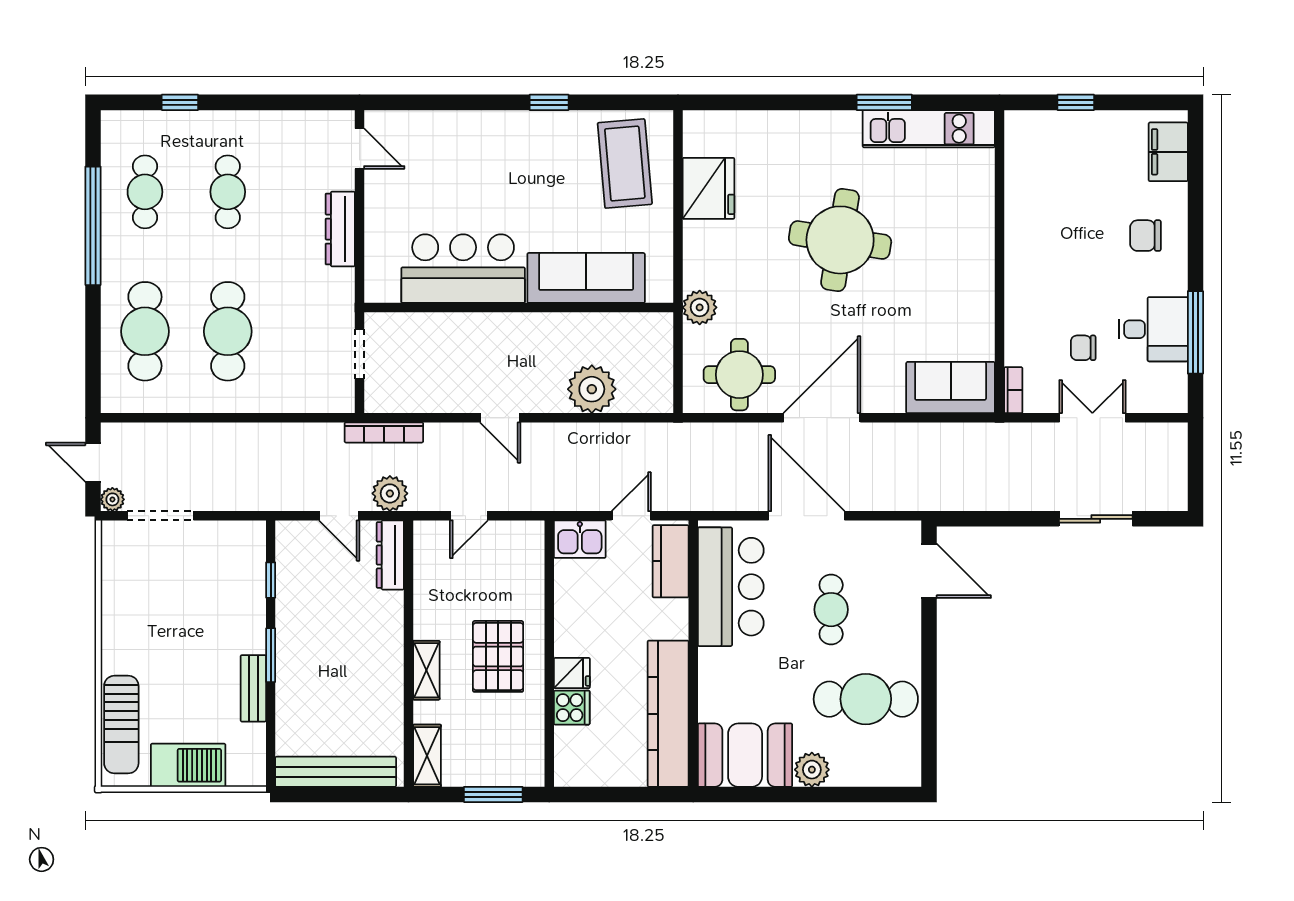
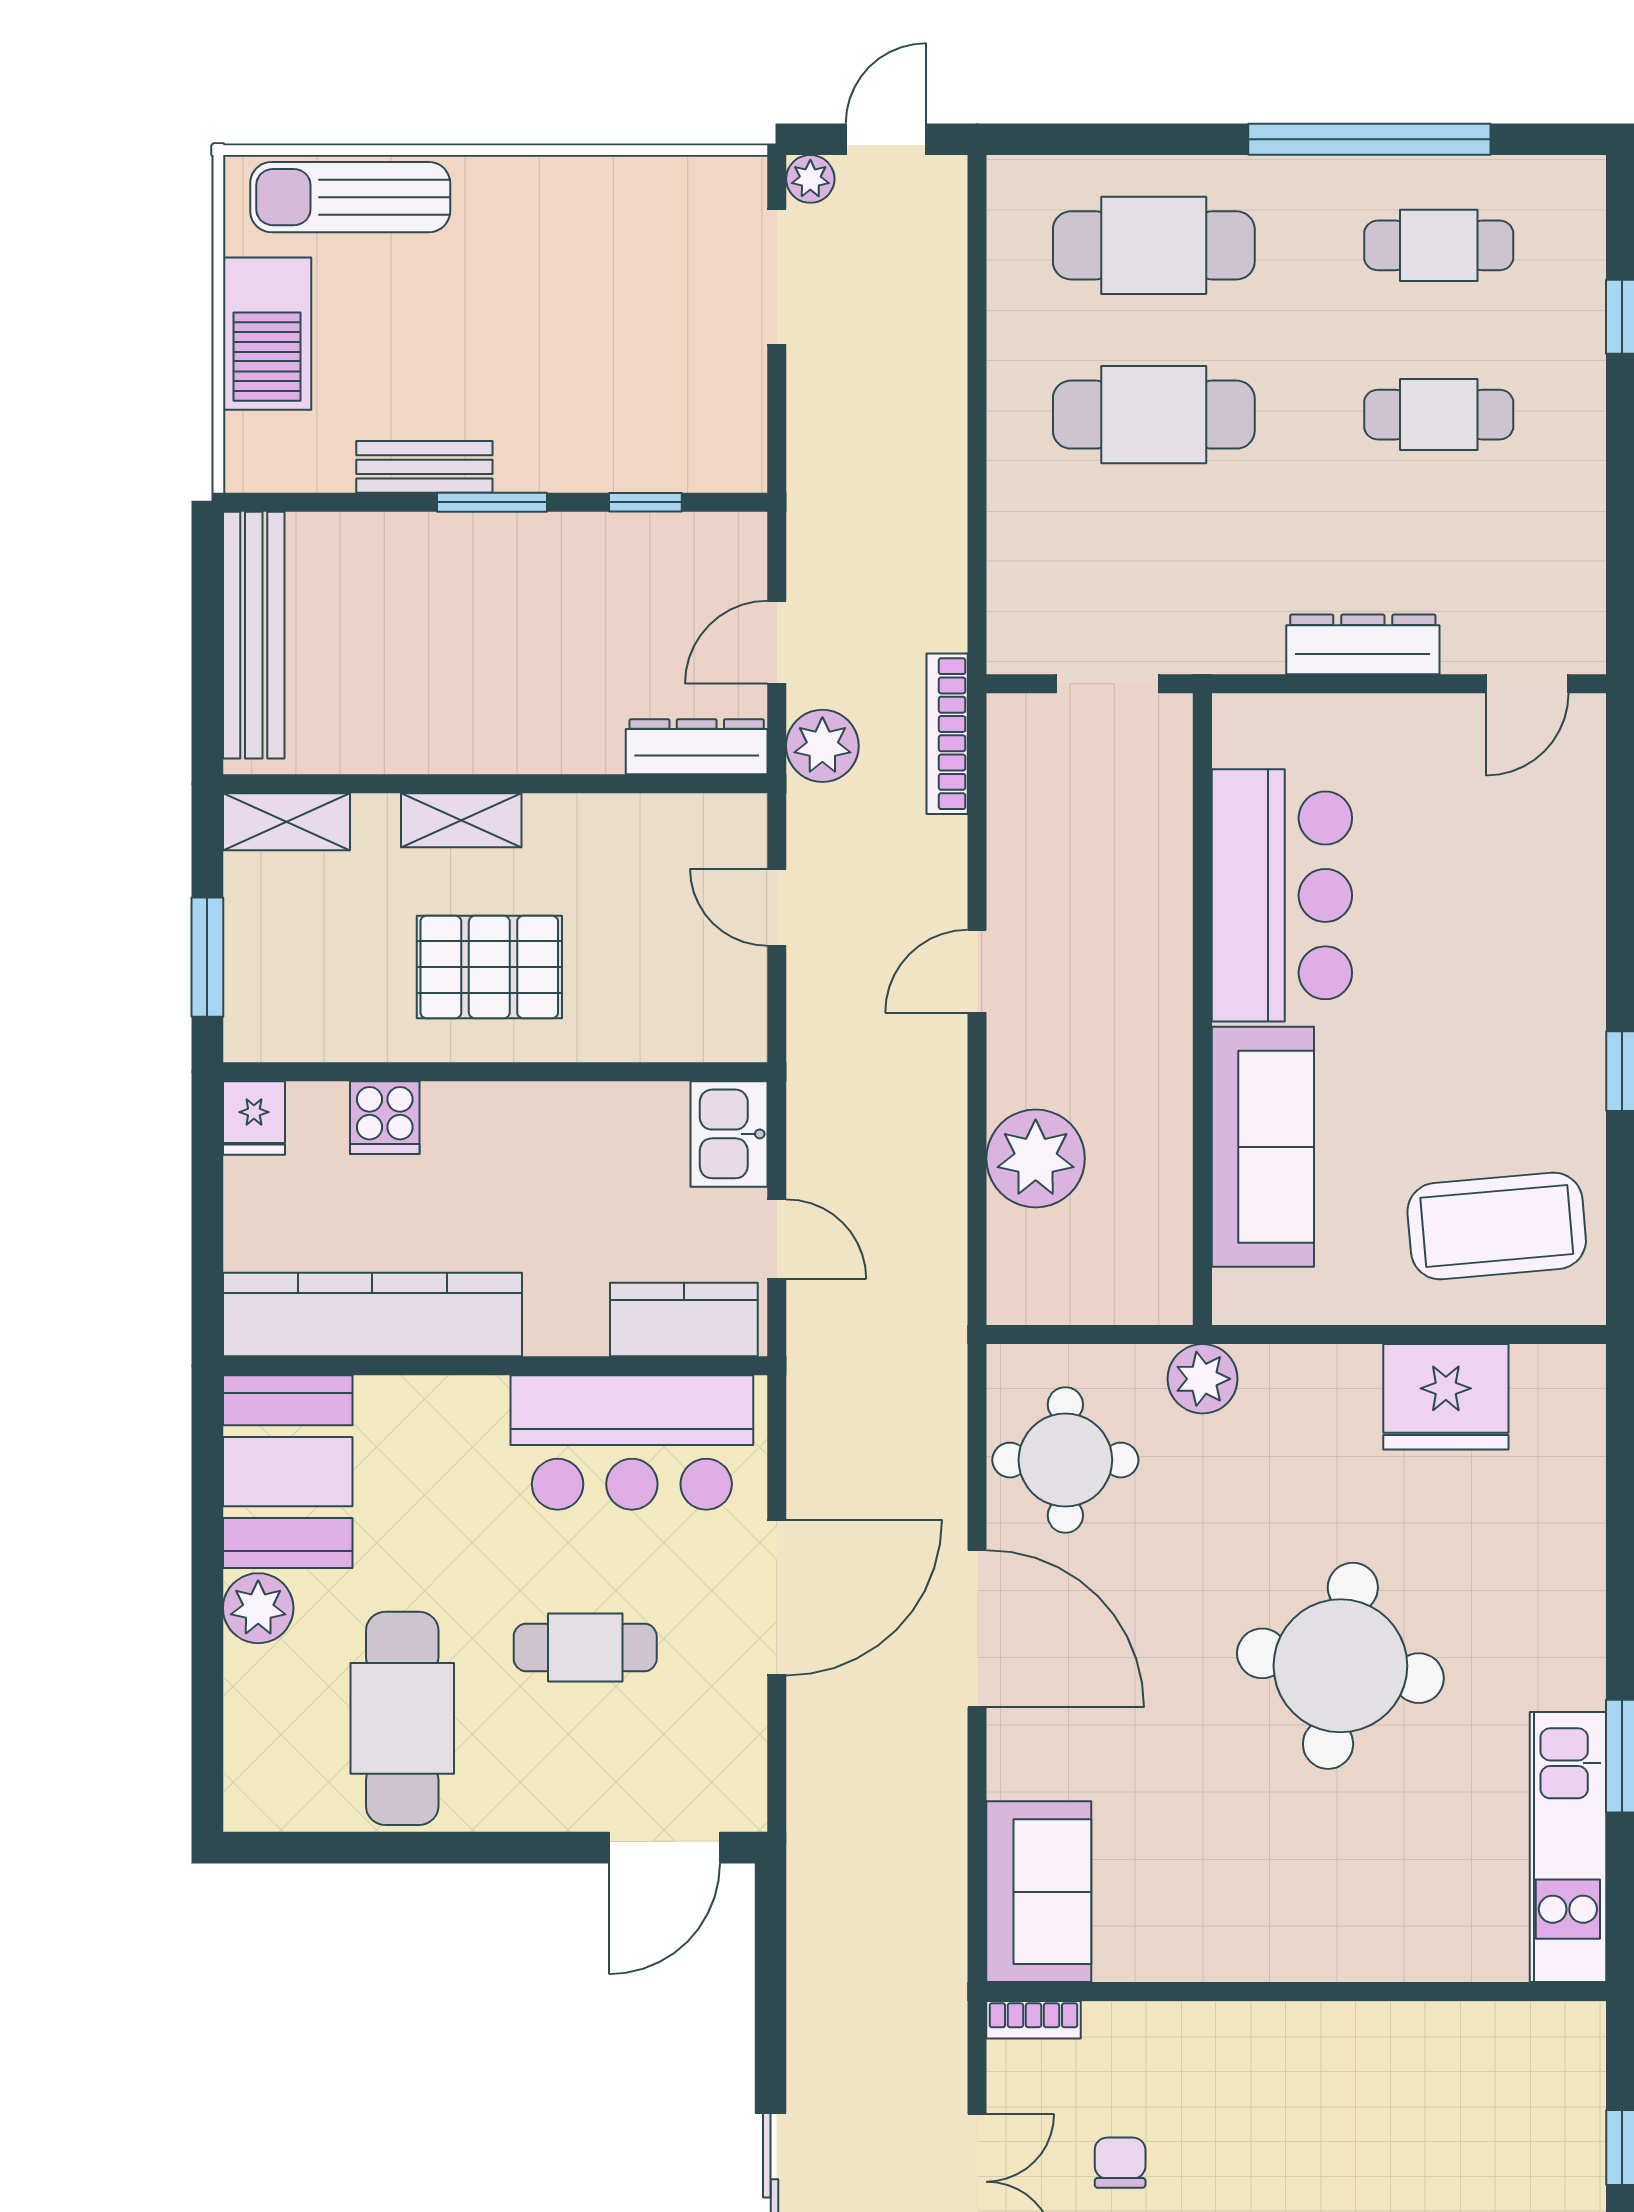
fridge: (572, 673) -> (254, 1118), moved

